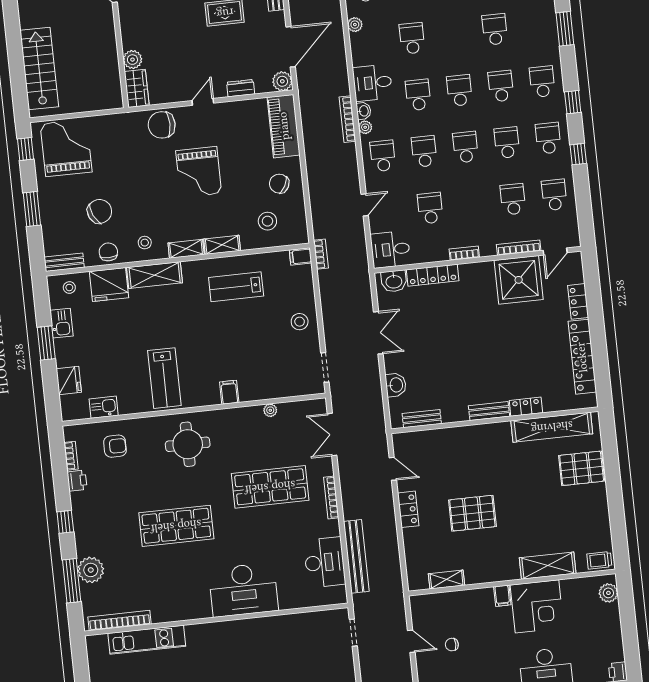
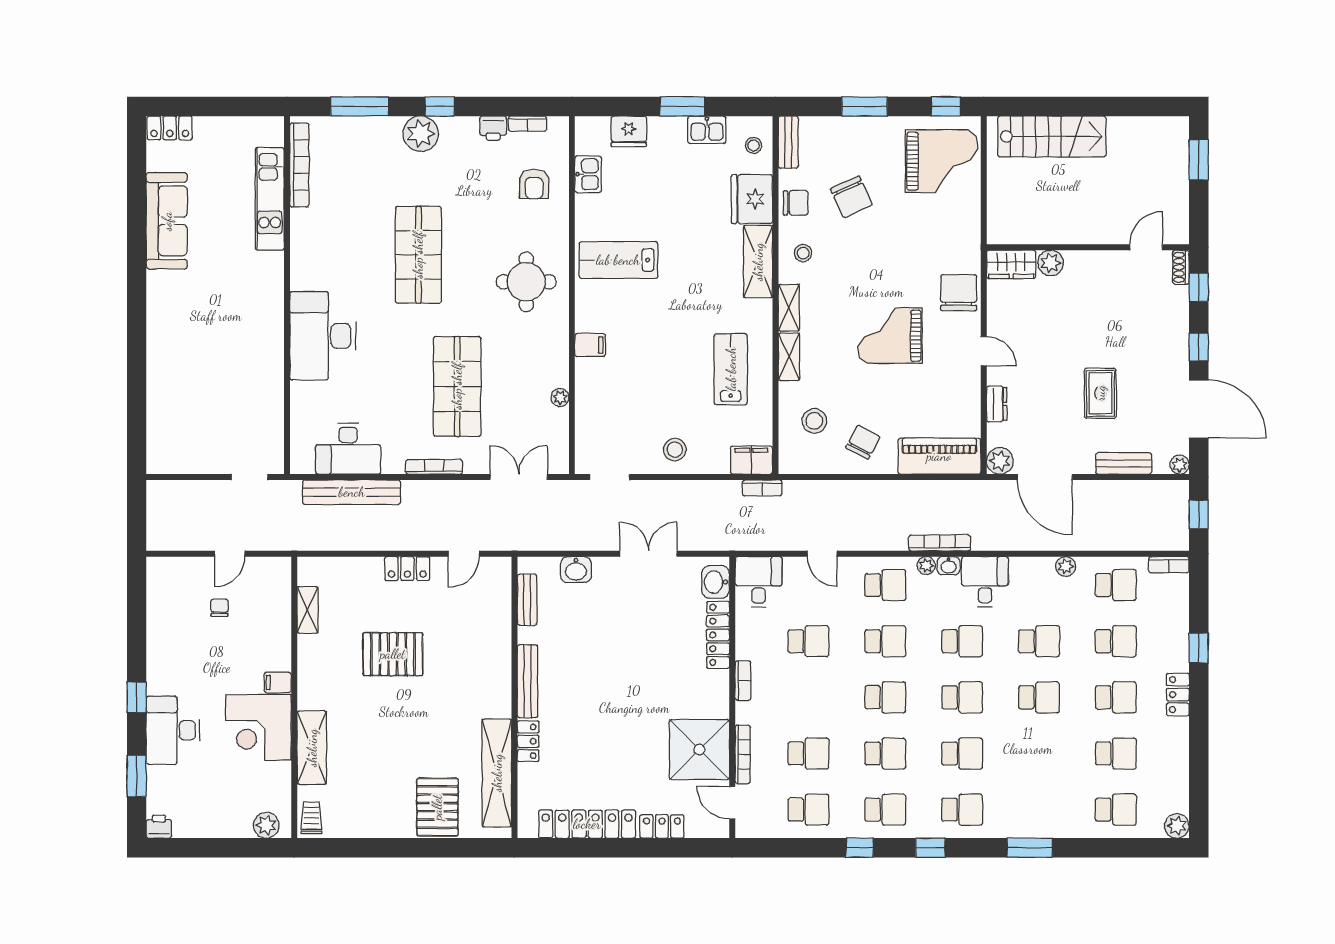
school desk: (495, 29) -> (1039, 697), moved
filing cabinet: (300, 257) -> (751, 460), width x2.00
double door: (378, 333) -> (648, 554), swing flipped
bench: (489, 411) -> (528, 681), width x1.36
pallet: (472, 513) -> (393, 654), turned 90
plant: (91, 570) -> (421, 134), moved

